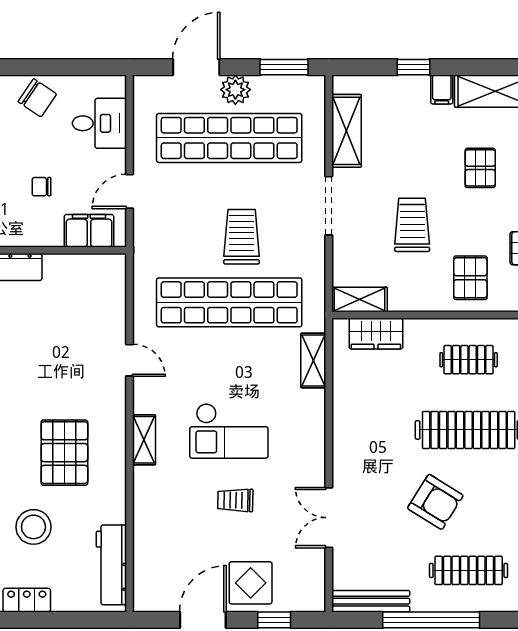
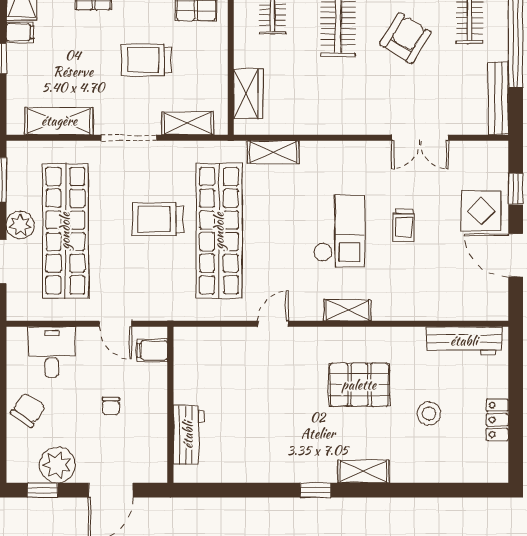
filing cabinet: (89, 231) -> (152, 350), width x0.50
shelving: (359, 299) -> (188, 123), moved, turned 90
stool: (33, 527) -> (429, 414), width x0.73, depth x0.73

